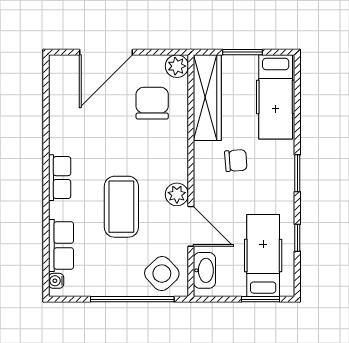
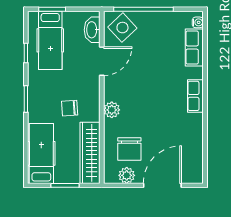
plant: (177, 66) -> (127, 175), moved
plant: (177, 194) -> (112, 110), moved
coffee table: (121, 207) -> (151, 75), removed
door: (191, 226) -> (102, 61), swing flipped

